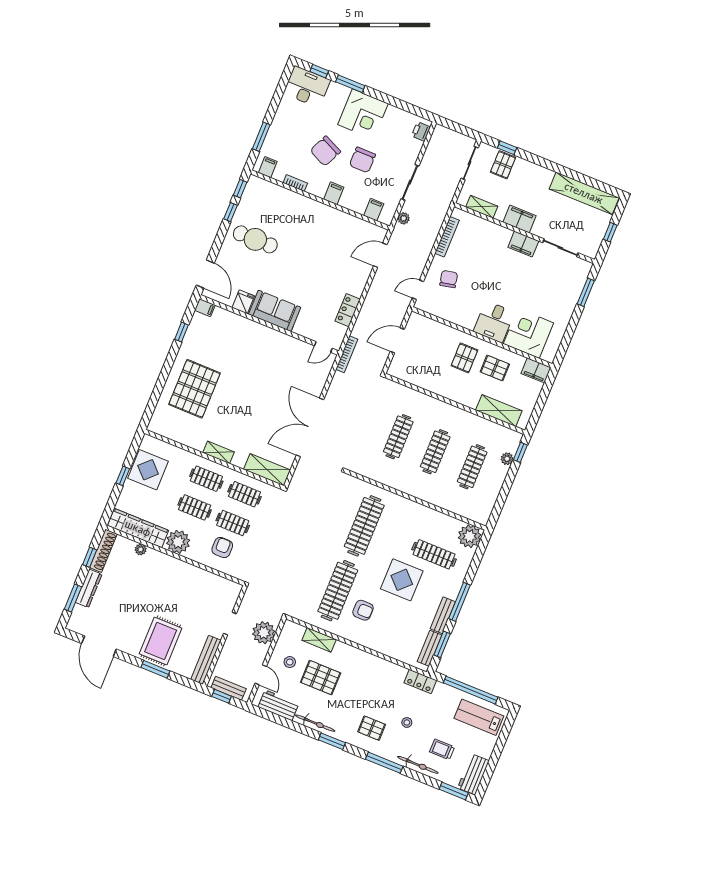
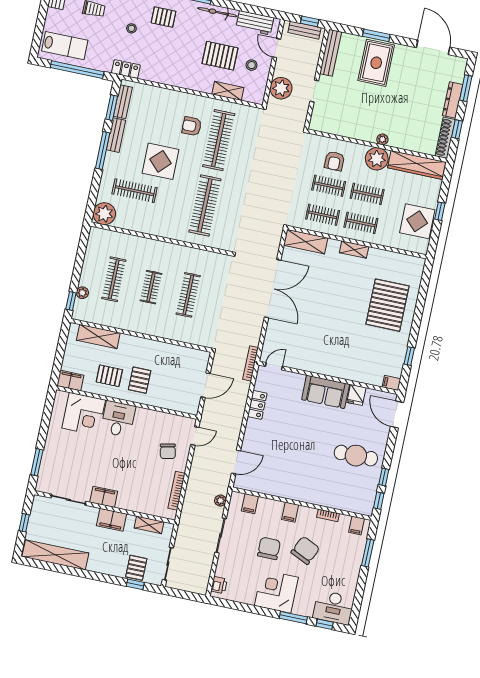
clothes rail: (435, 452) -> (151, 287), width x0.73
plant: (141, 549) -> (382, 139), moved

